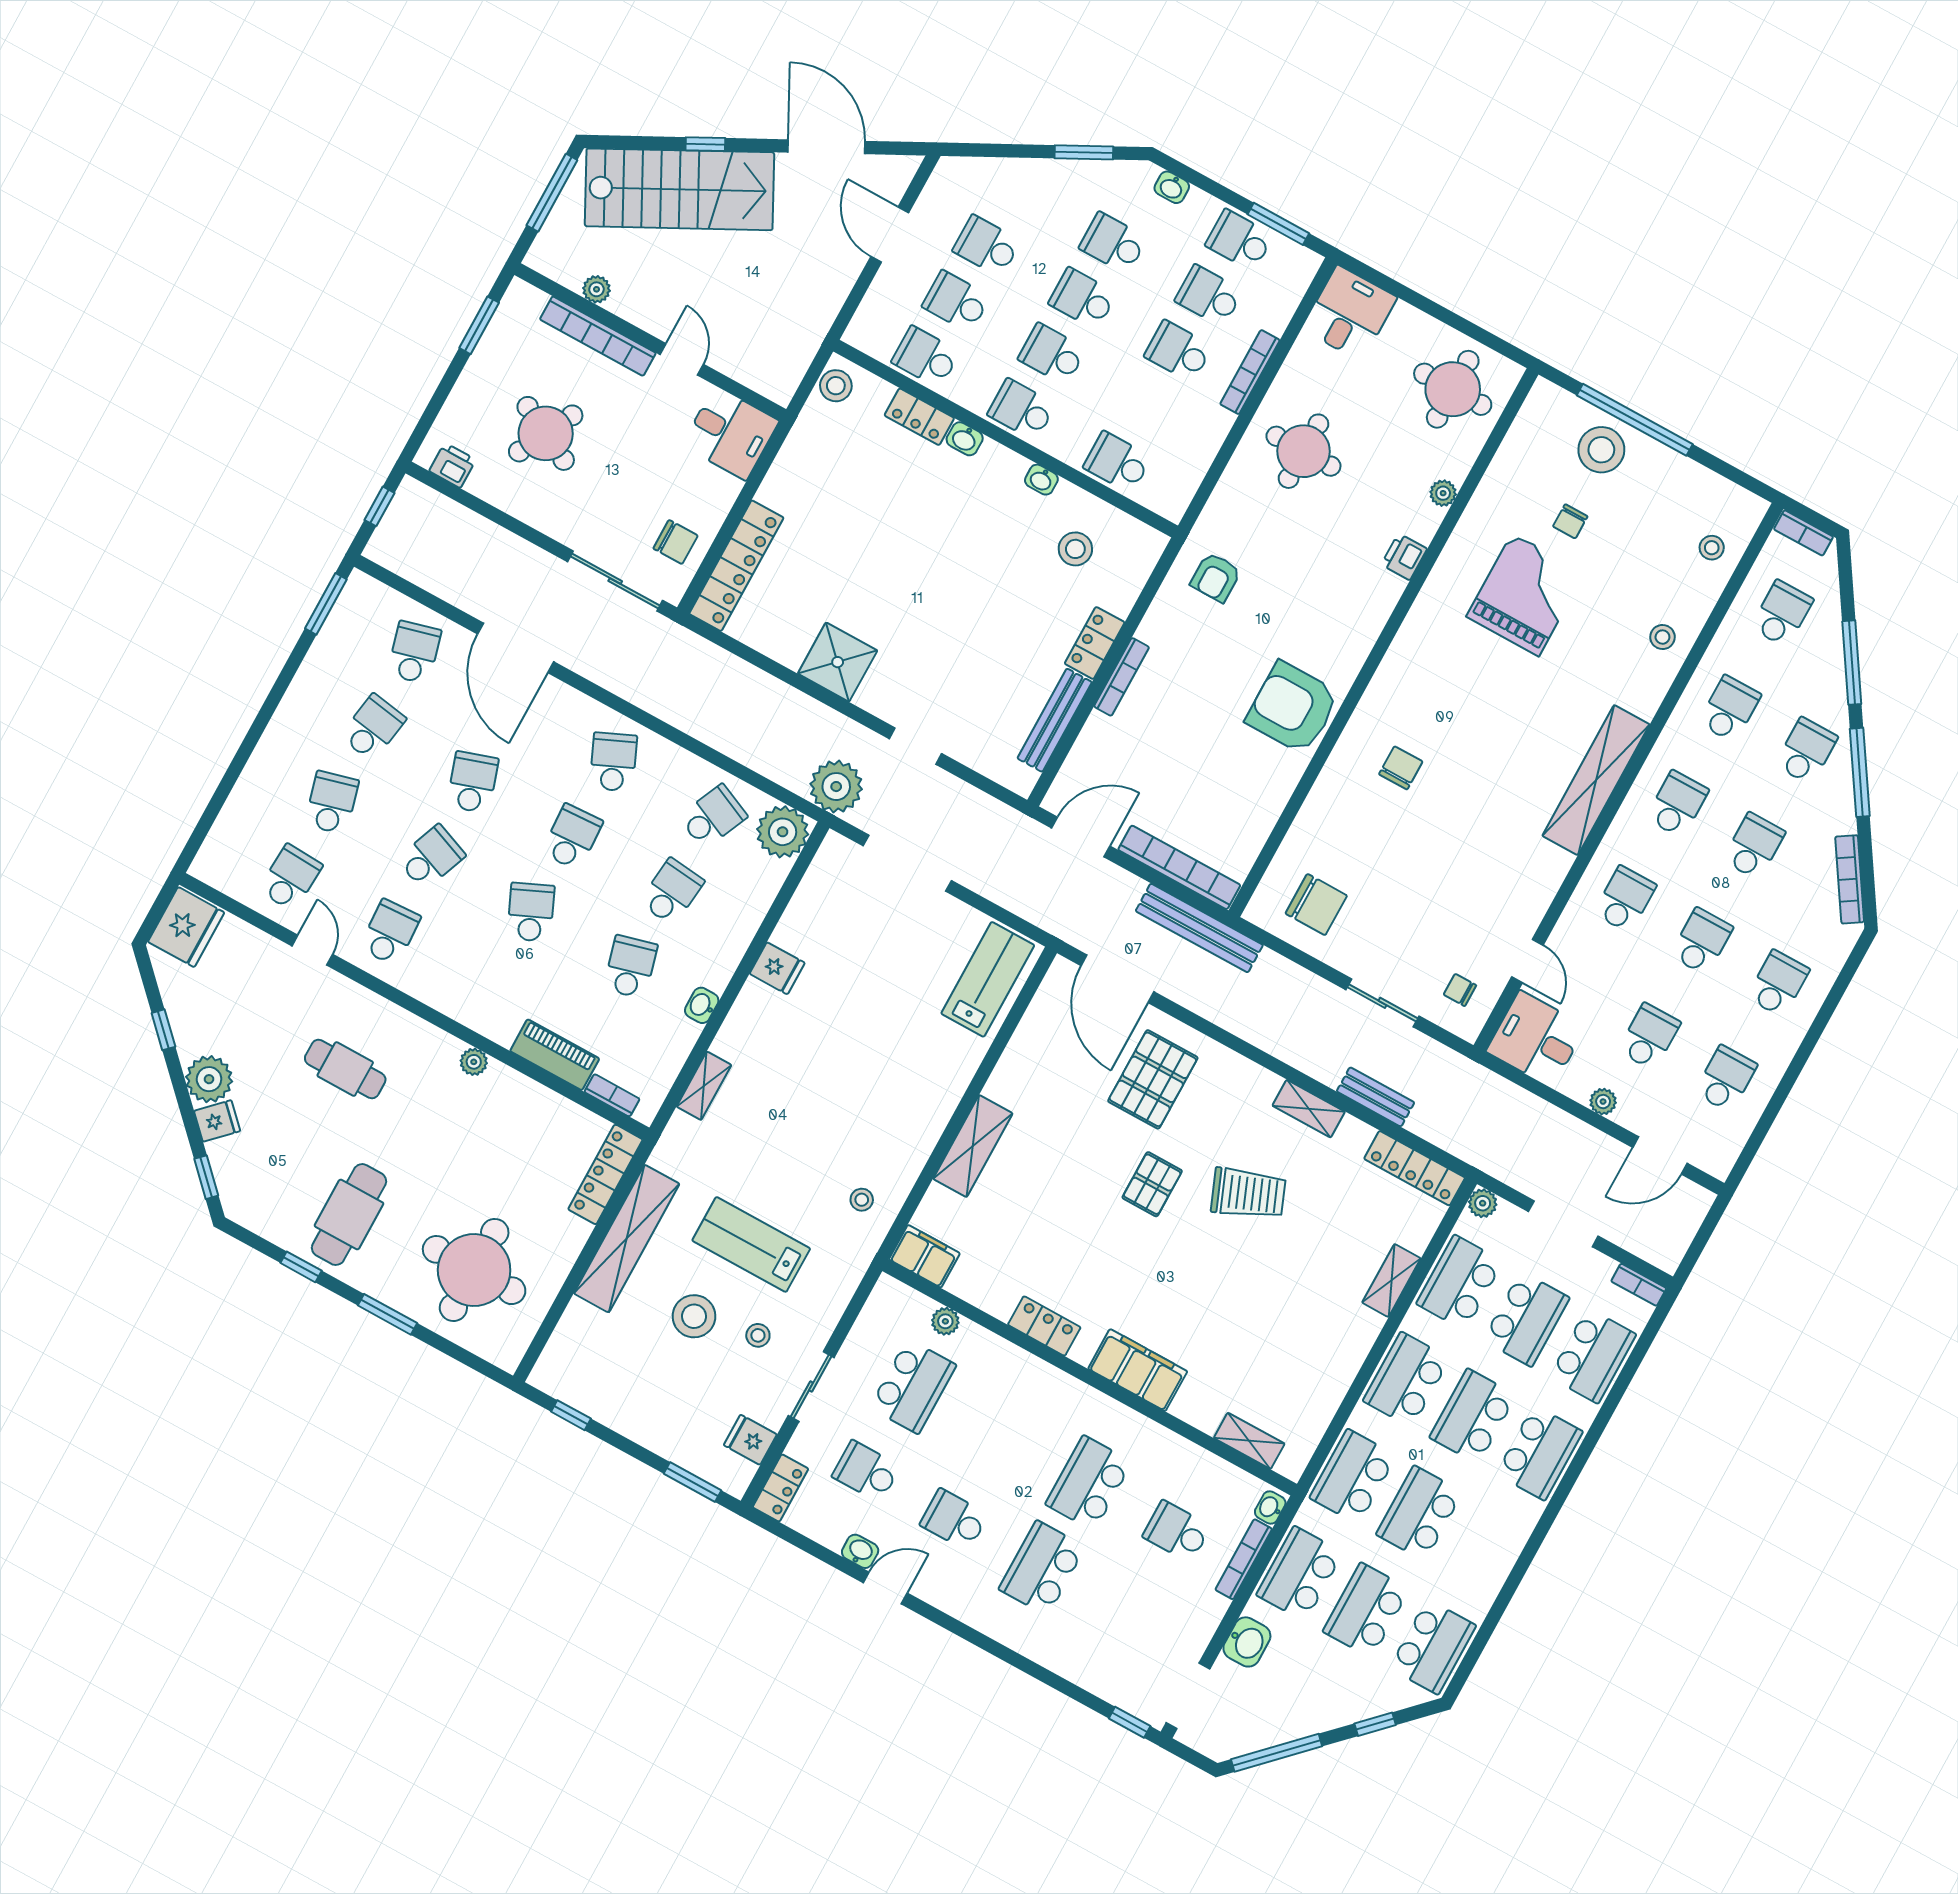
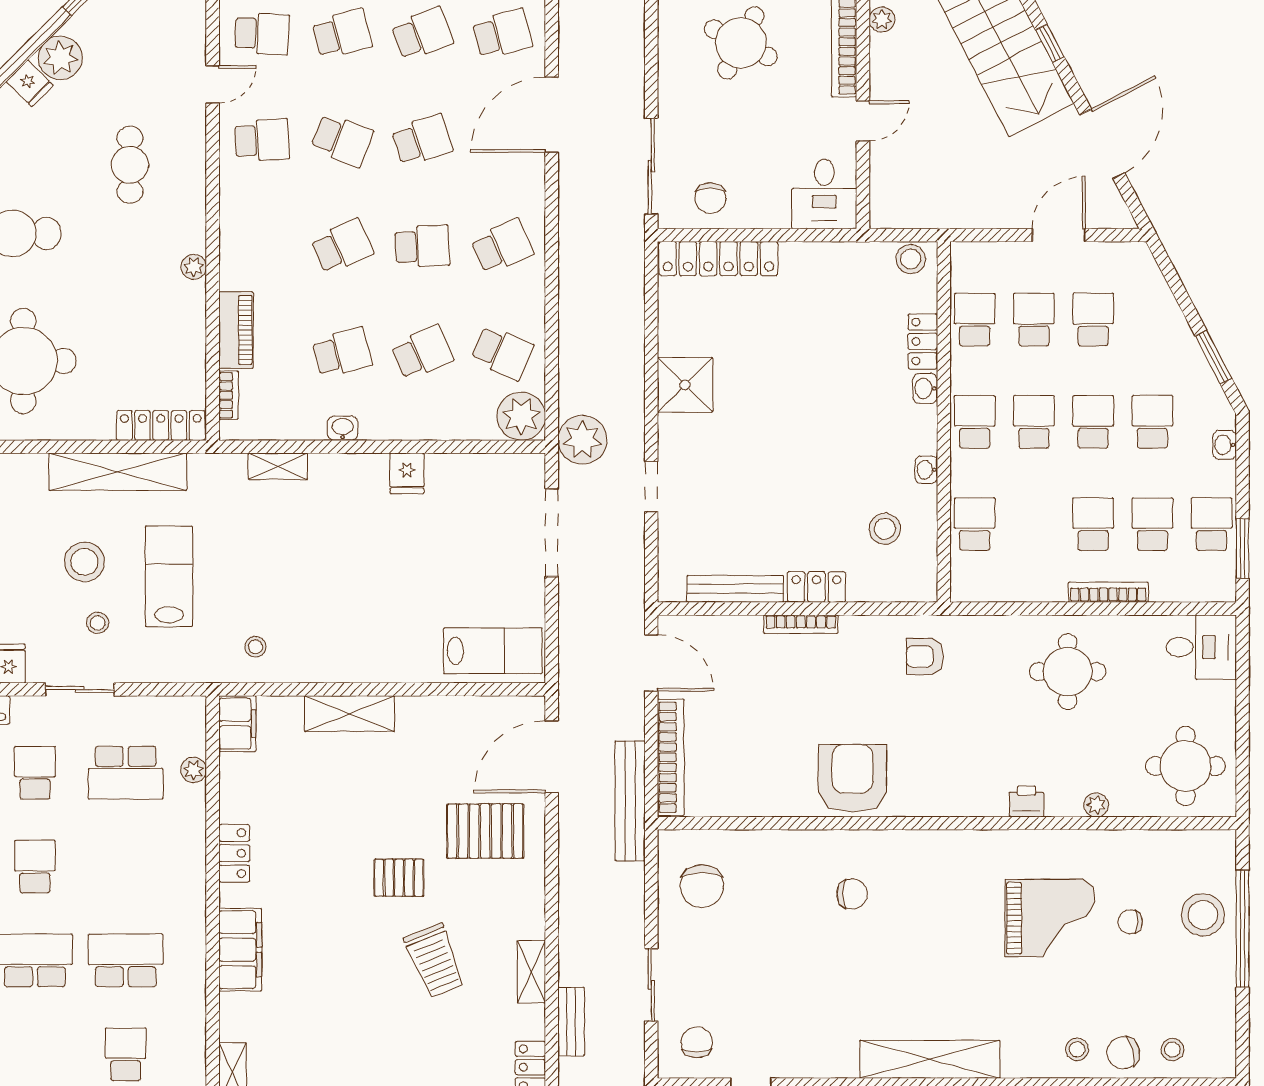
chair: (1690, 596) -> (1123, 1053), added
school desk: (373, 728) -> (422, 34), turned -30
school desk: (672, 892) -> (422, 353), turned -30
chair: (1460, 990) -> (697, 1042), width x1.37, depth x1.37

